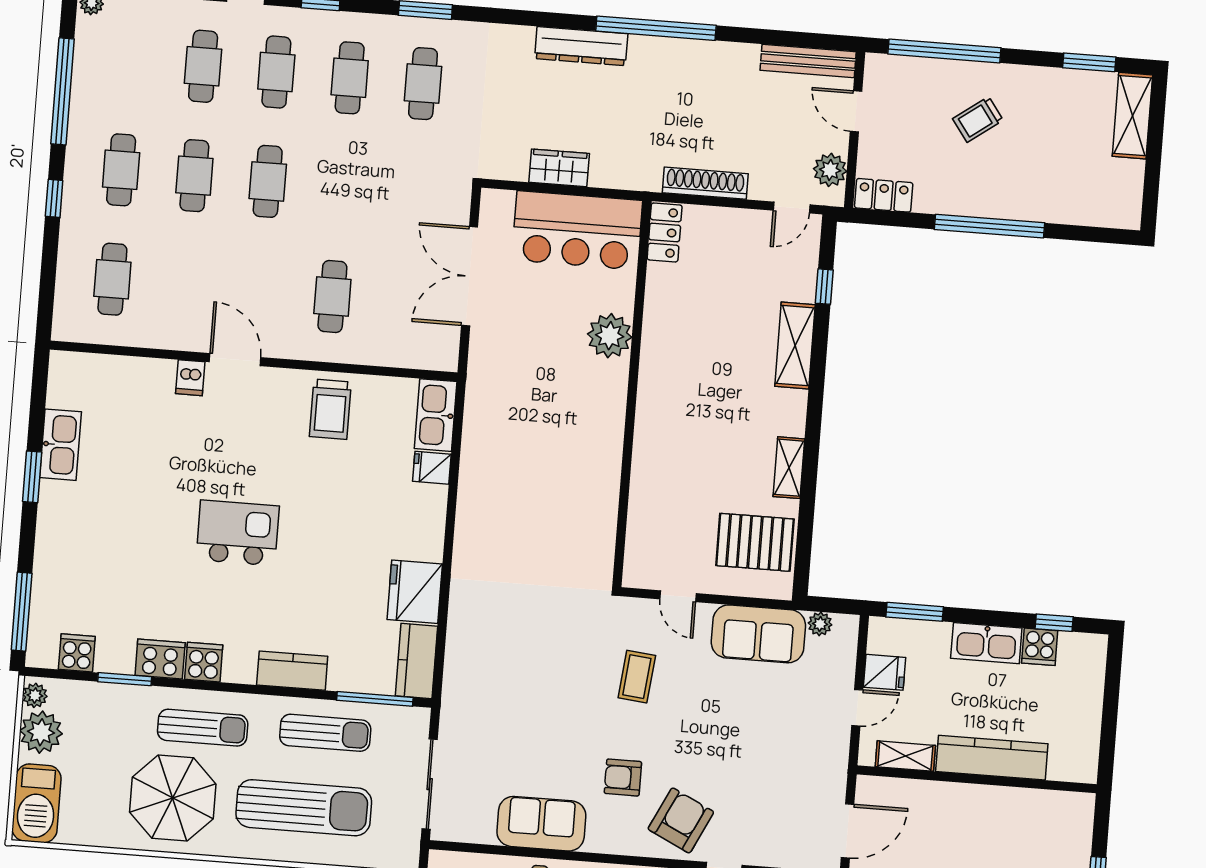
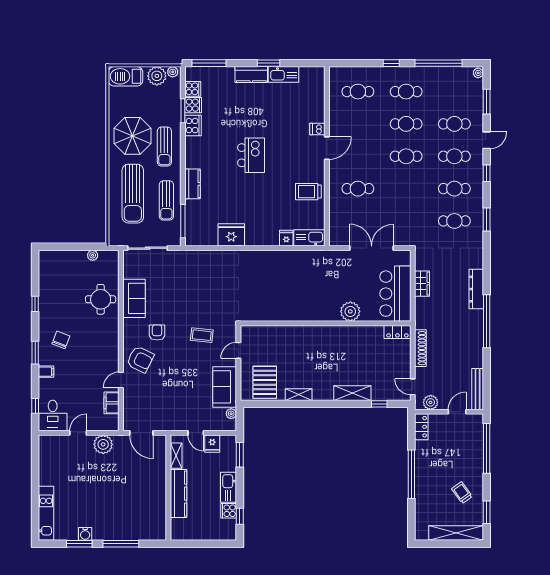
shelving: (1132, 116) -> (456, 533), width x1.47
trolley: (978, 119) -> (462, 493), moved
kitchen counter: (417, 661) -> (251, 74), moved, turned 180
cooker: (204, 662) -> (193, 105), moved

